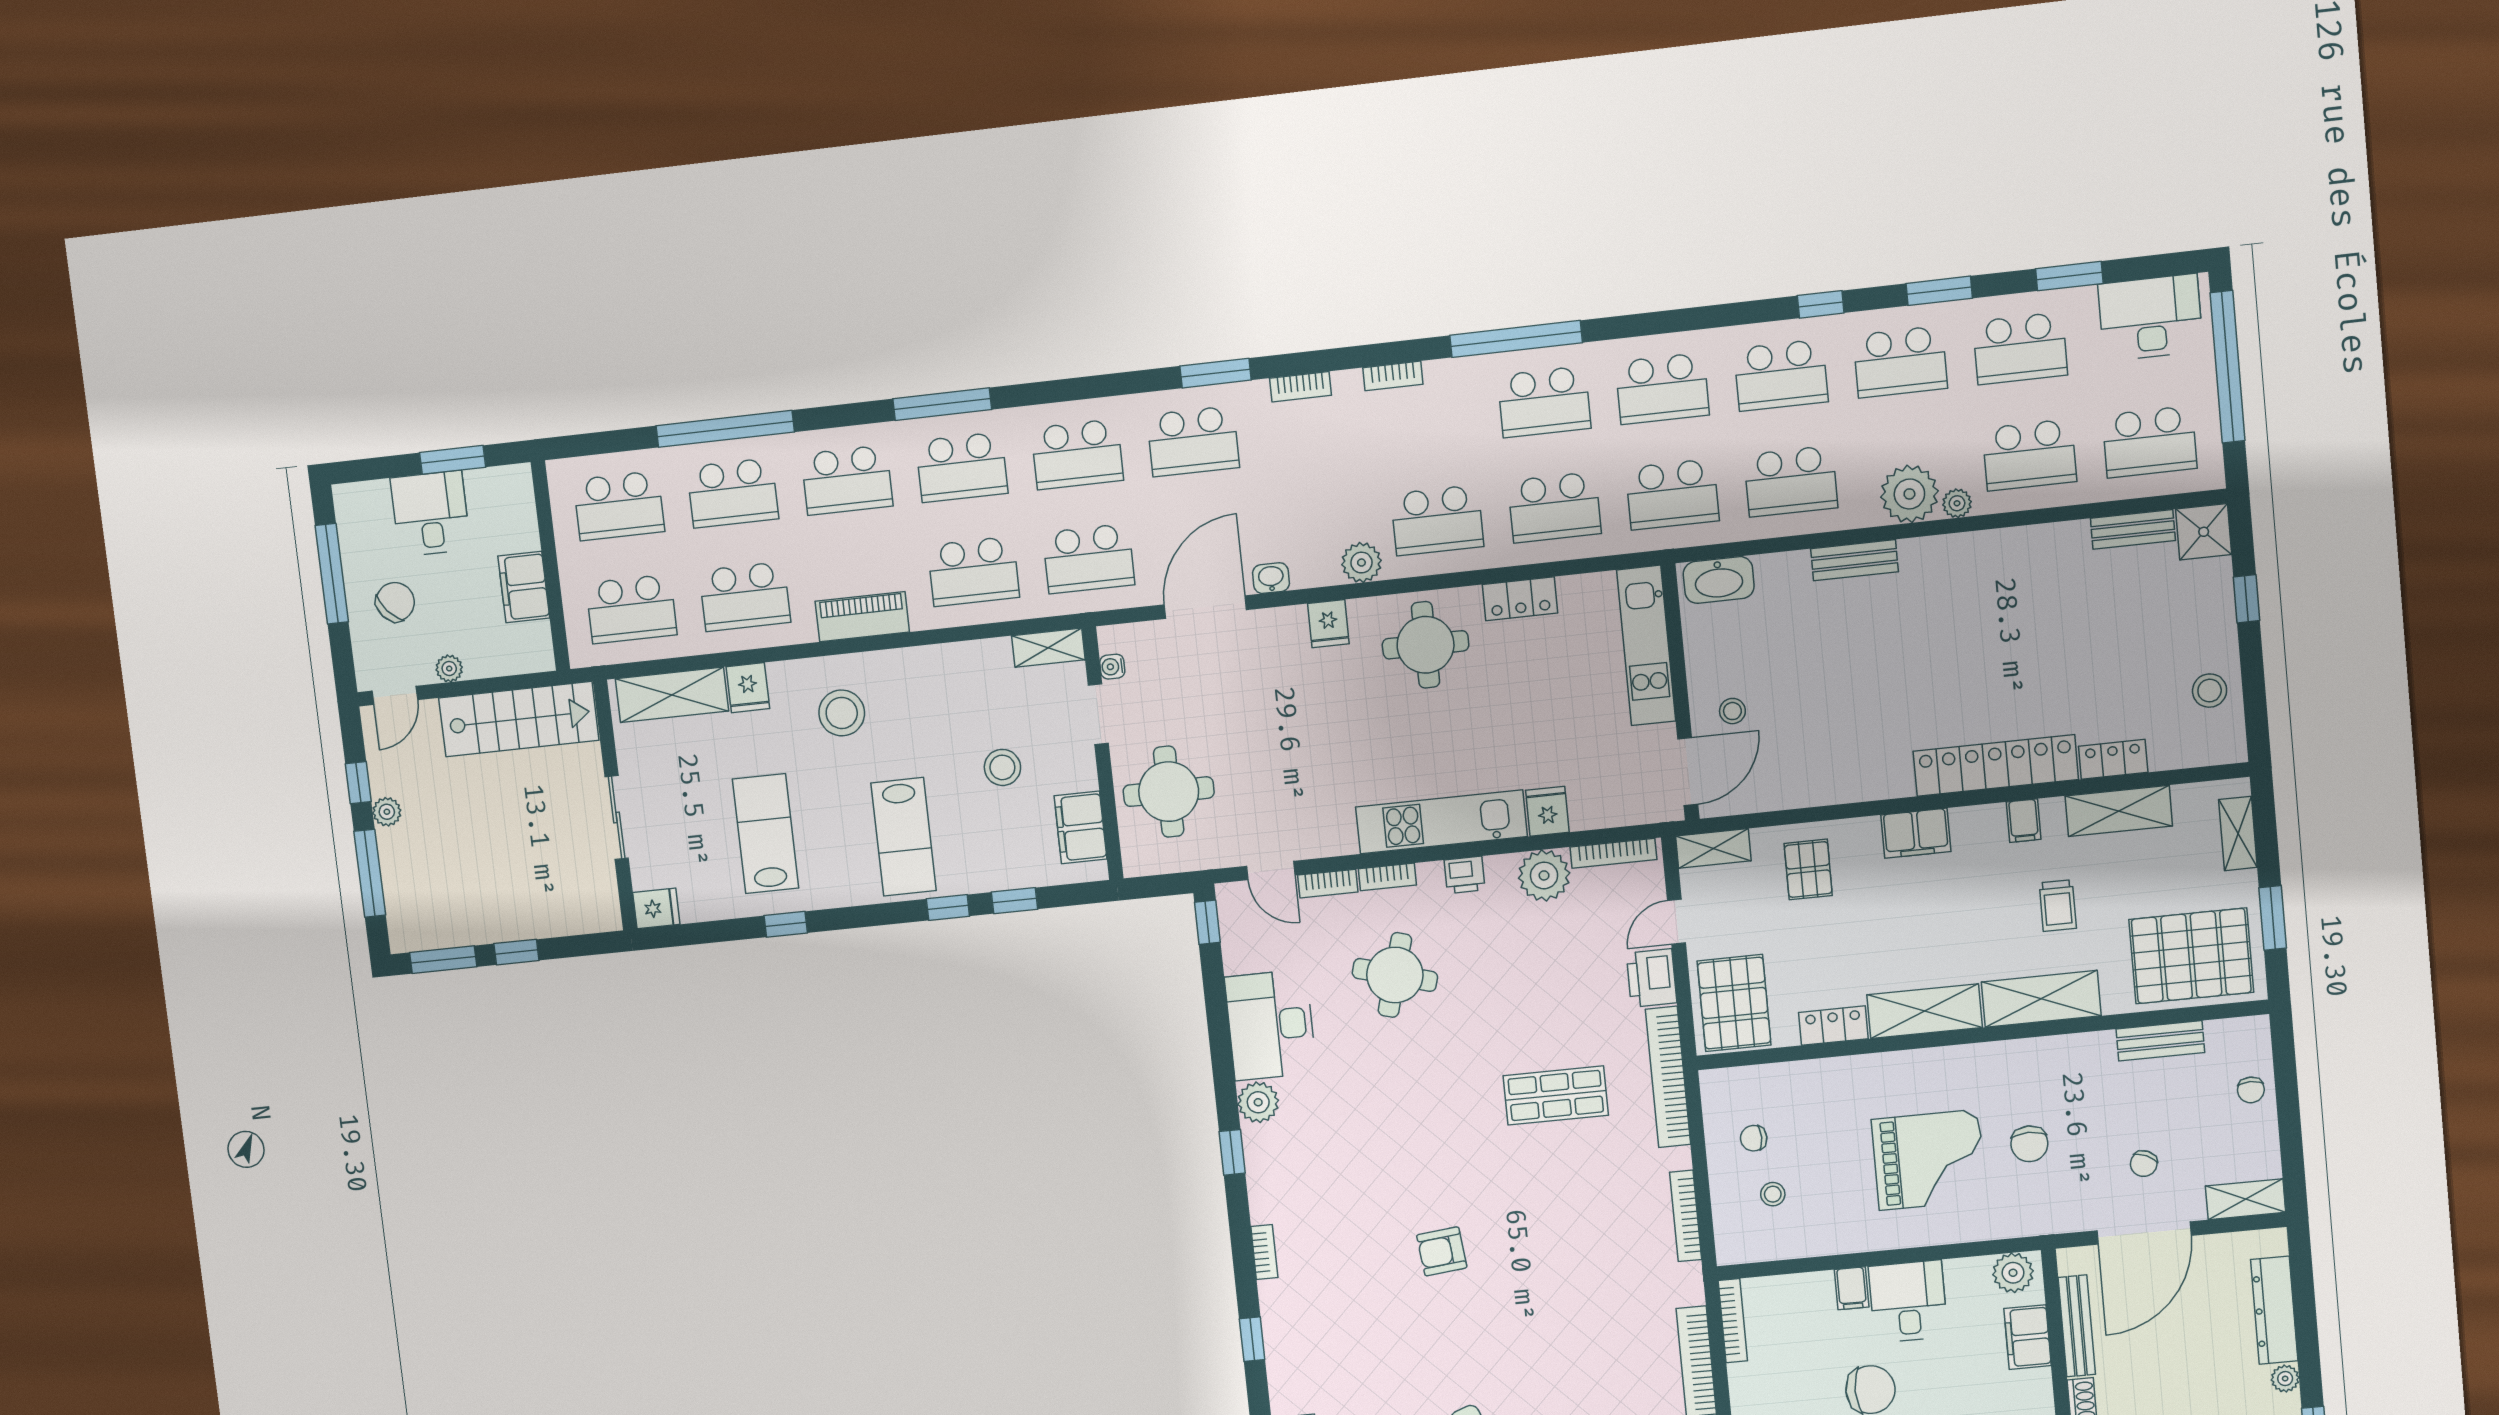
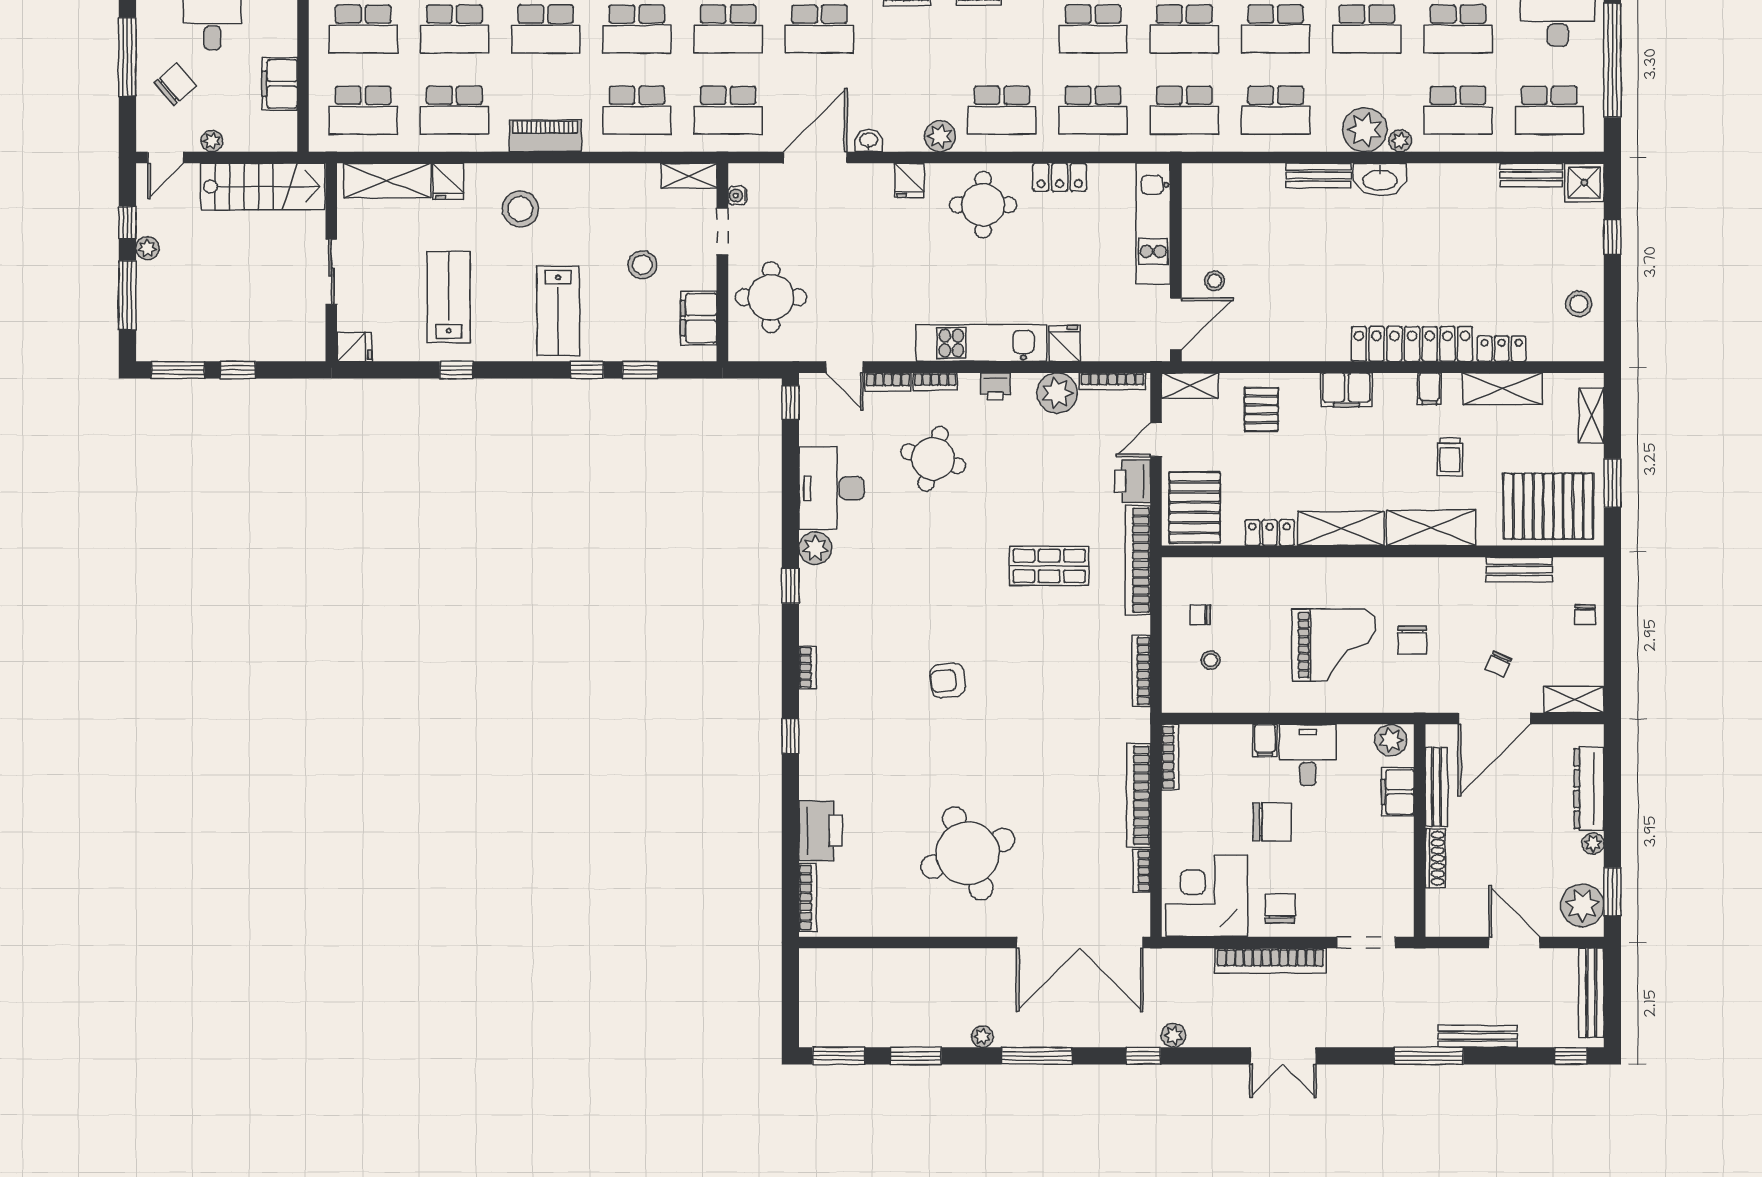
washbasin: (1719, 580) -> (1380, 179), moved

